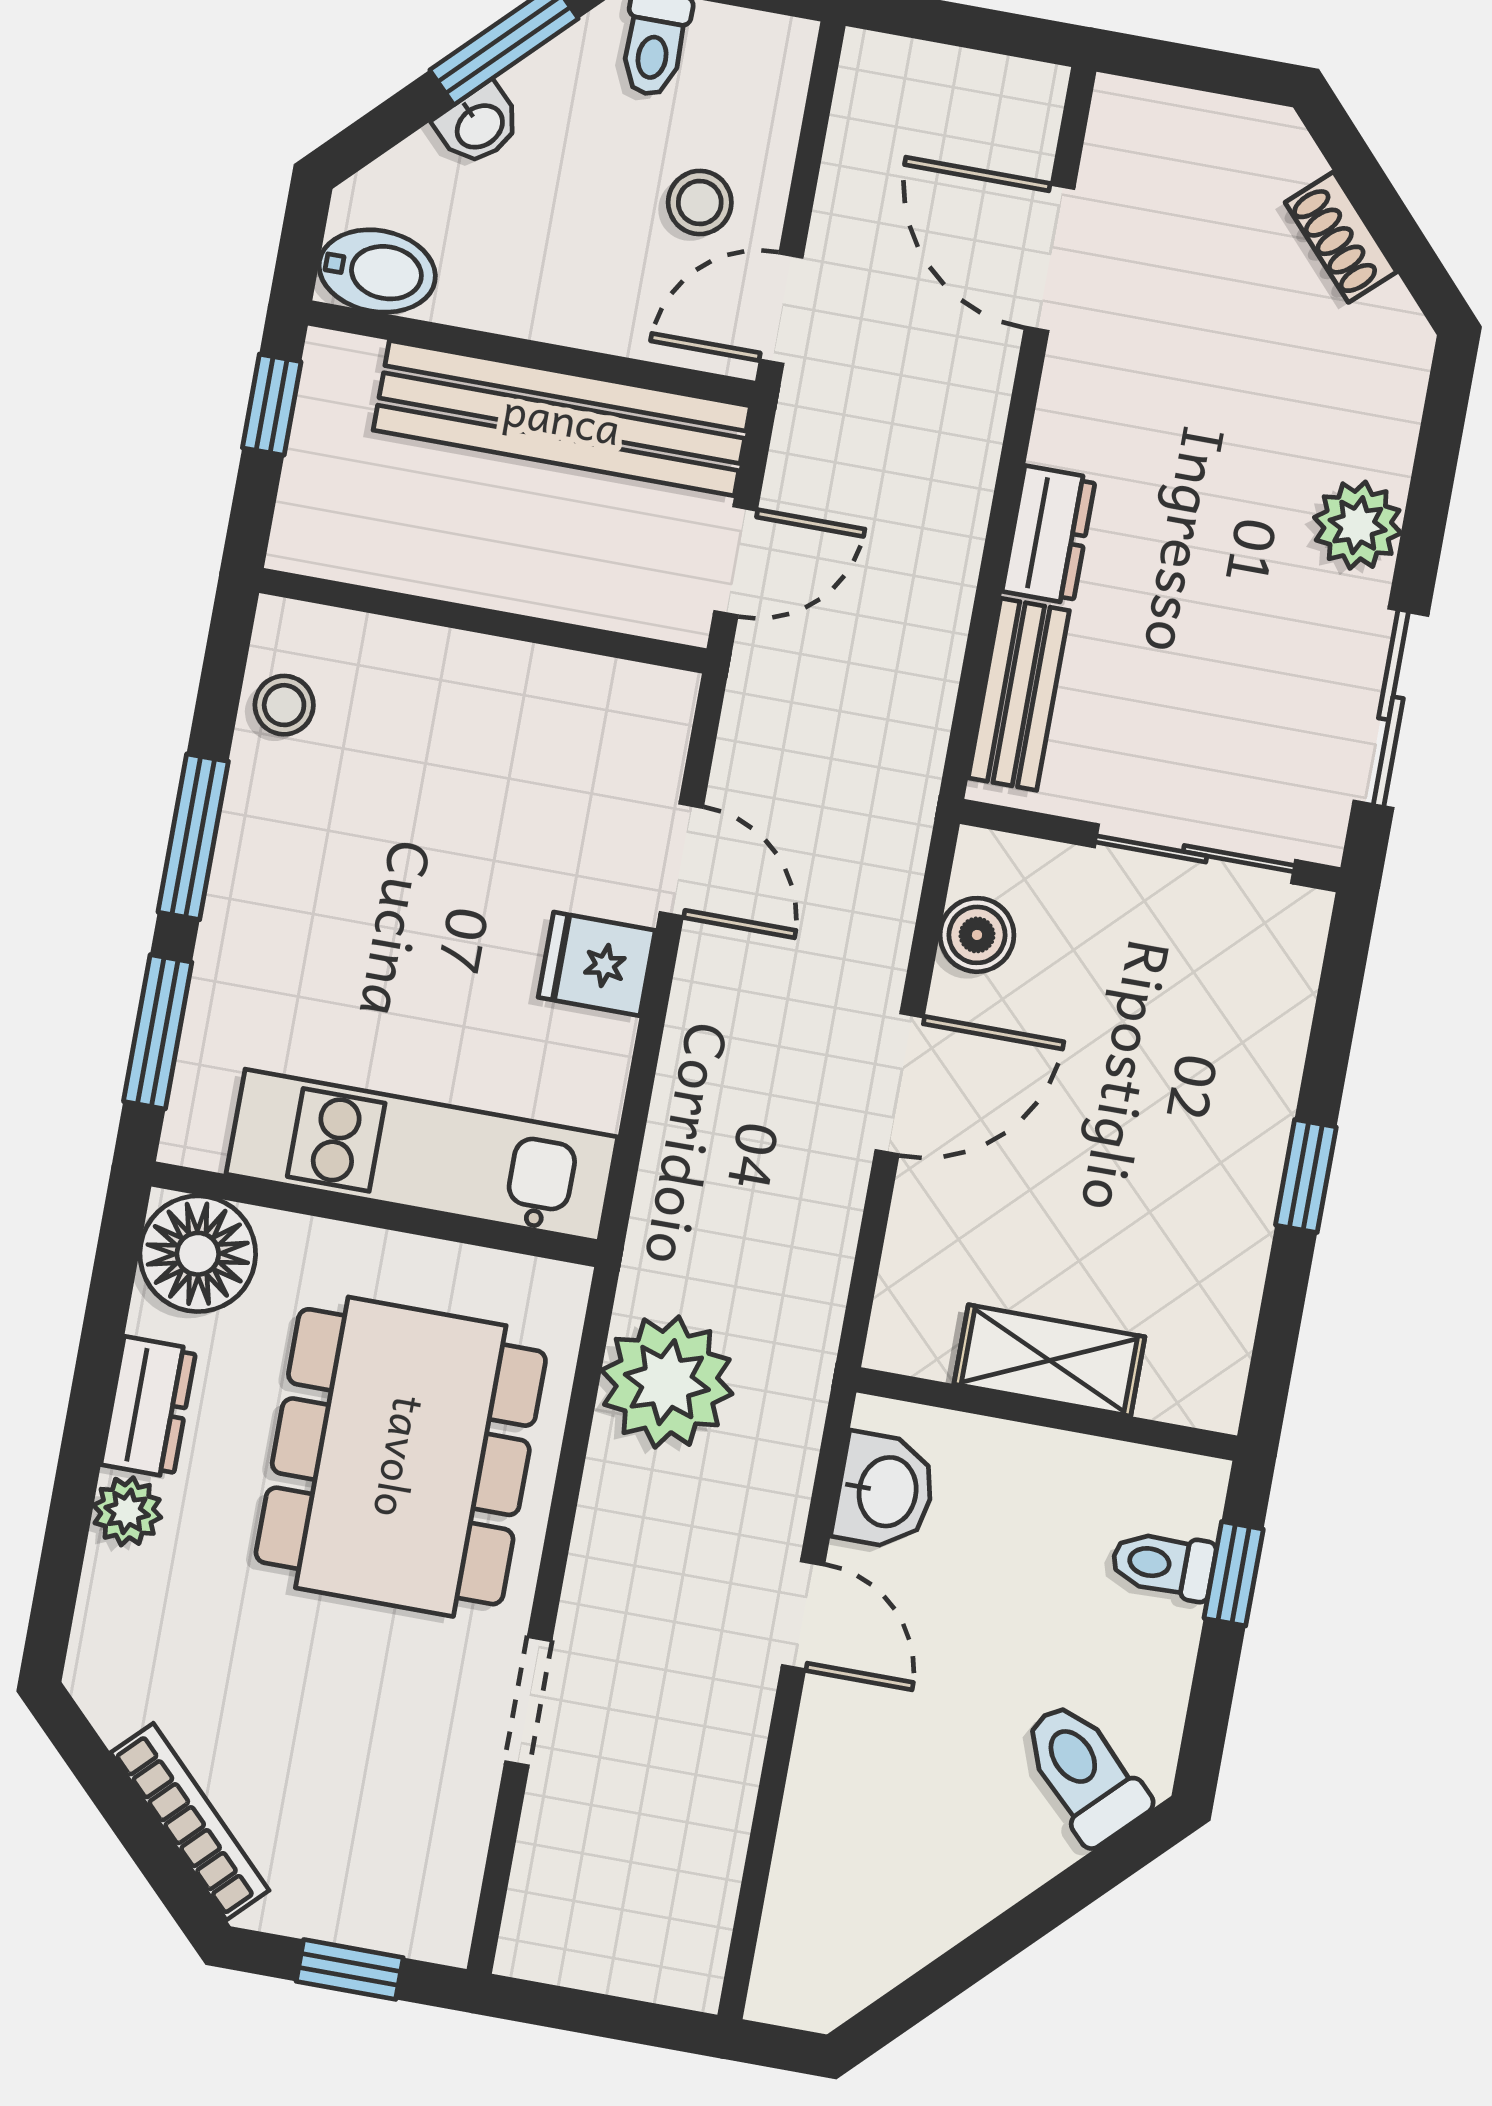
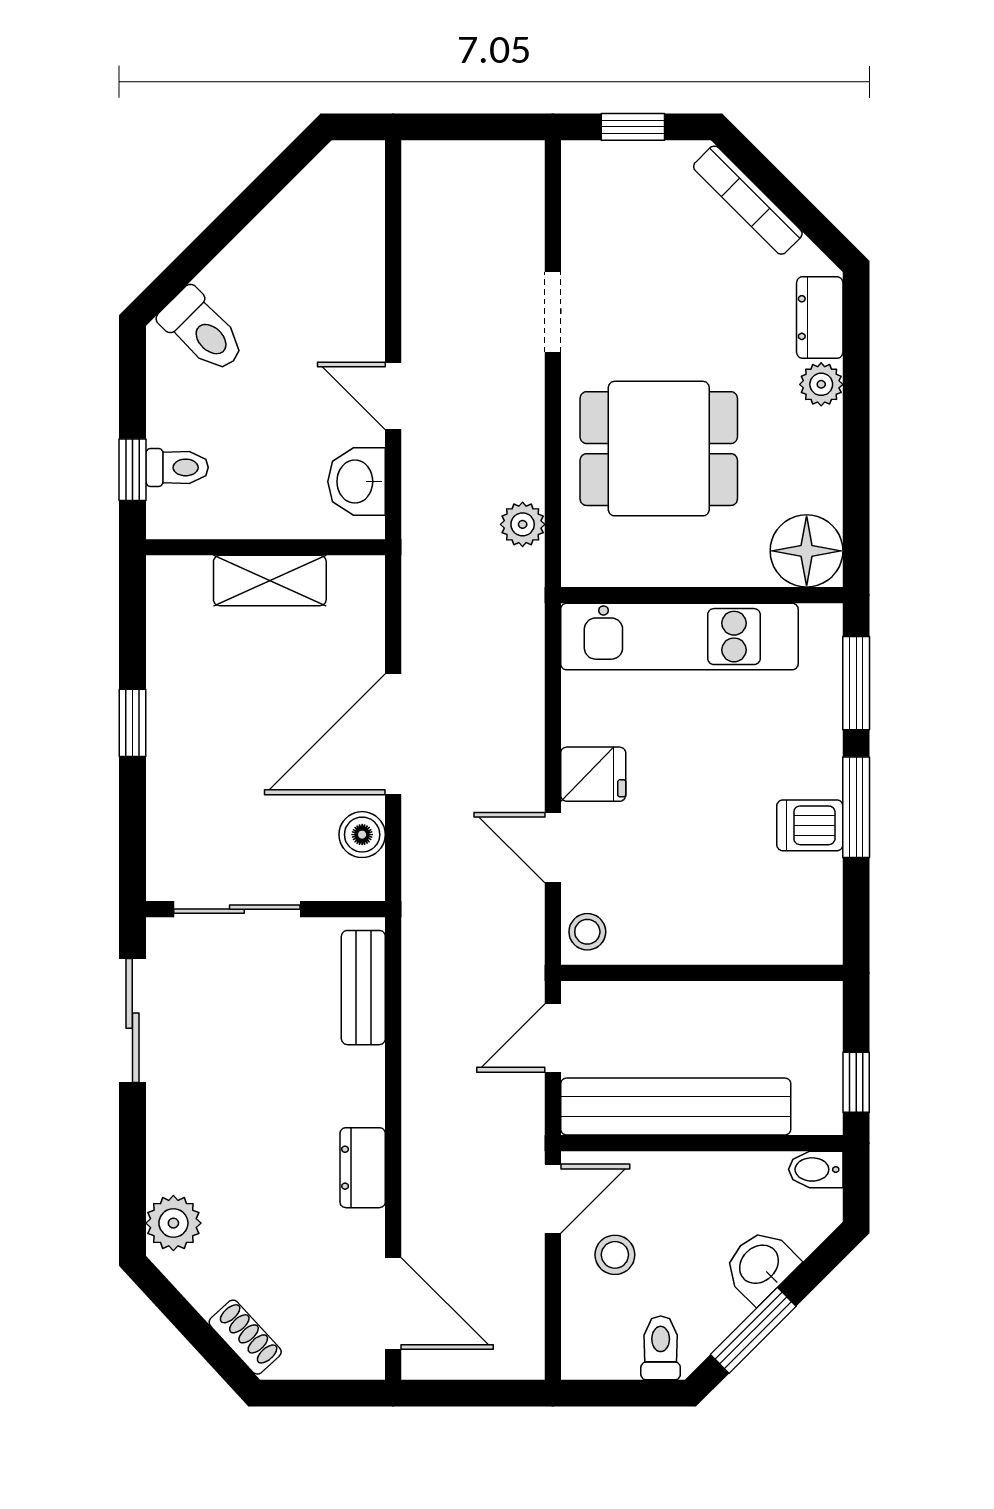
washbasin: (479, 125) -> (760, 1265), width x1.38, depth x1.45
shoe rack: (1341, 237) -> (245, 1337), moved
door: (1050, 258) -> (393, 1304), moved
bidet: (377, 271) -> (816, 1169), width x0.72, depth x0.74
plant: (1358, 525) -> (173, 1223), moved
dresser: (1049, 535) -> (363, 1168), moved
stool: (284, 705) -> (587, 932), moved
dishwasher: (271, 822) -> (810, 825), added
door: (900, 1084) -> (393, 734), width x1.36
plant: (667, 1382) -> (523, 524), width x0.53, depth x0.53
dresser: (148, 1407) -> (820, 318), moved
dining table: (401, 1457) -> (659, 449), width x0.73

